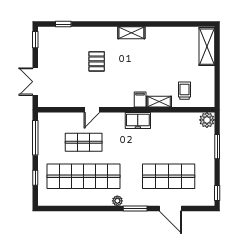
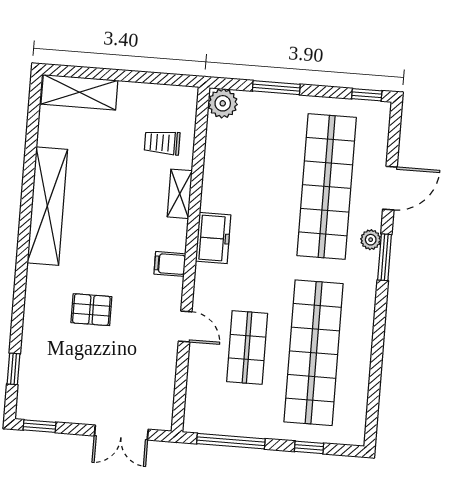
shelving: (131, 33) -> (47, 206), width x2.20, depth x1.33
filing cabinet: (140, 100) -> (170, 264), moved
shop shelf: (169, 176) -> (327, 187), width x1.40
plant: (117, 201) -> (371, 240), moved

